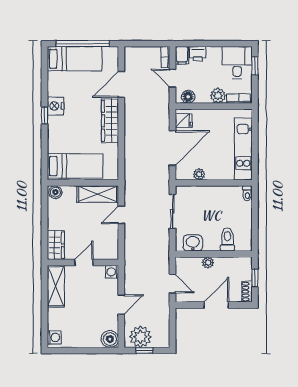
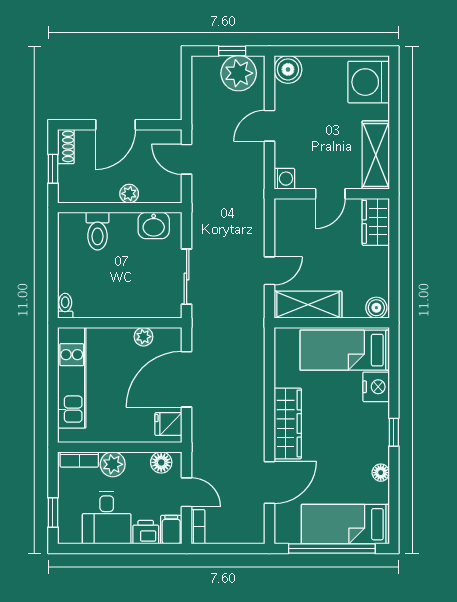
desk: (237, 63) -> (107, 518), moved
floor lamp: (53, 90) -> (381, 473), added
nightstand: (56, 106) -> (376, 387), moved
washing machine: (54, 337) -> (369, 82), width x1.89, depth x1.89

